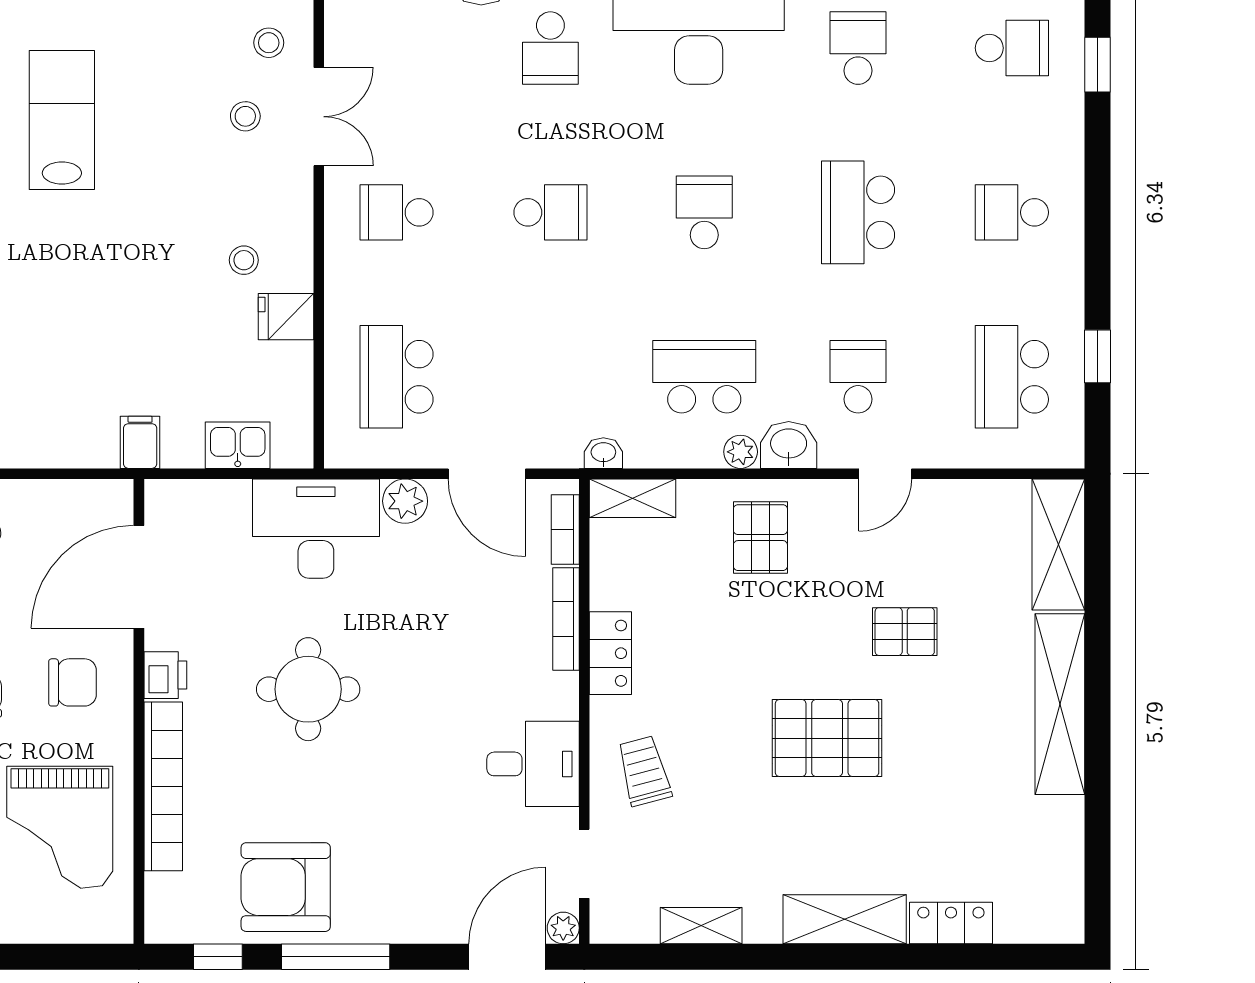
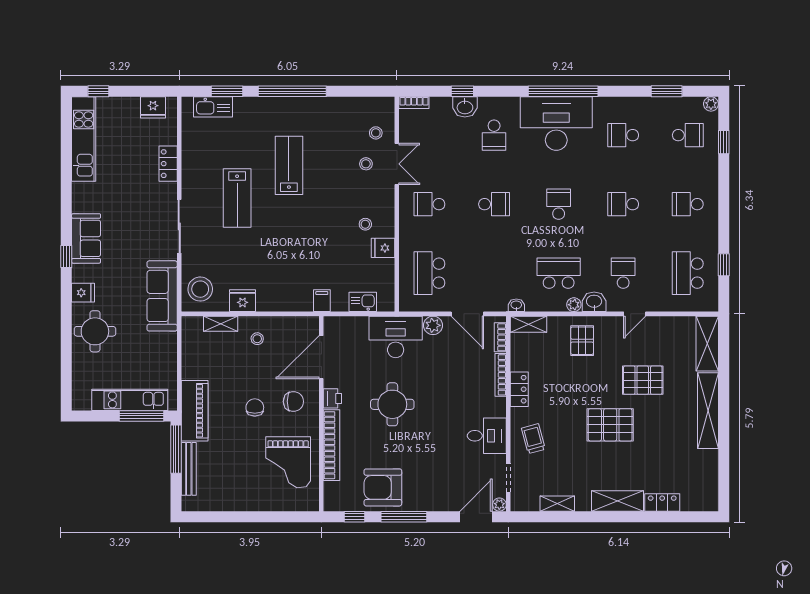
school desk: (858, 48) -> (623, 135), turned -90
school desk: (858, 212) -> (623, 204), width x0.54
pallet: (905, 632) -> (643, 380), width x1.50, depth x1.42

